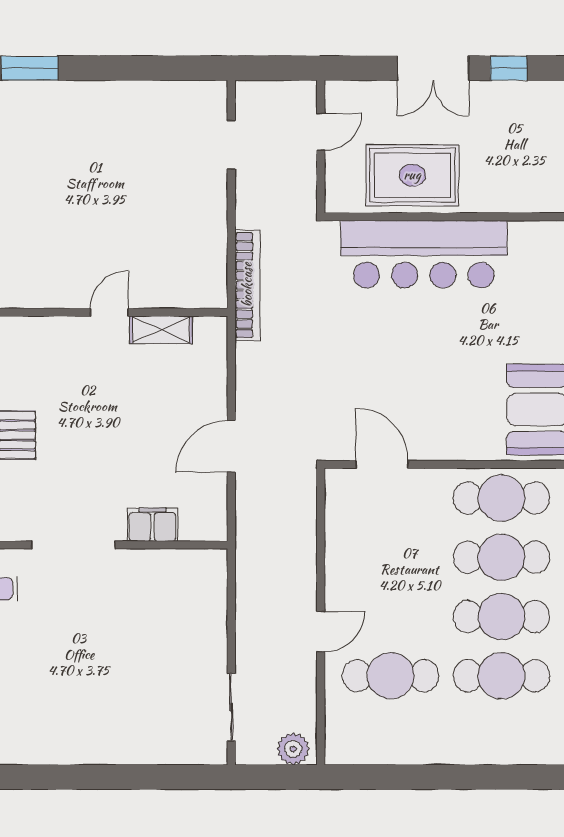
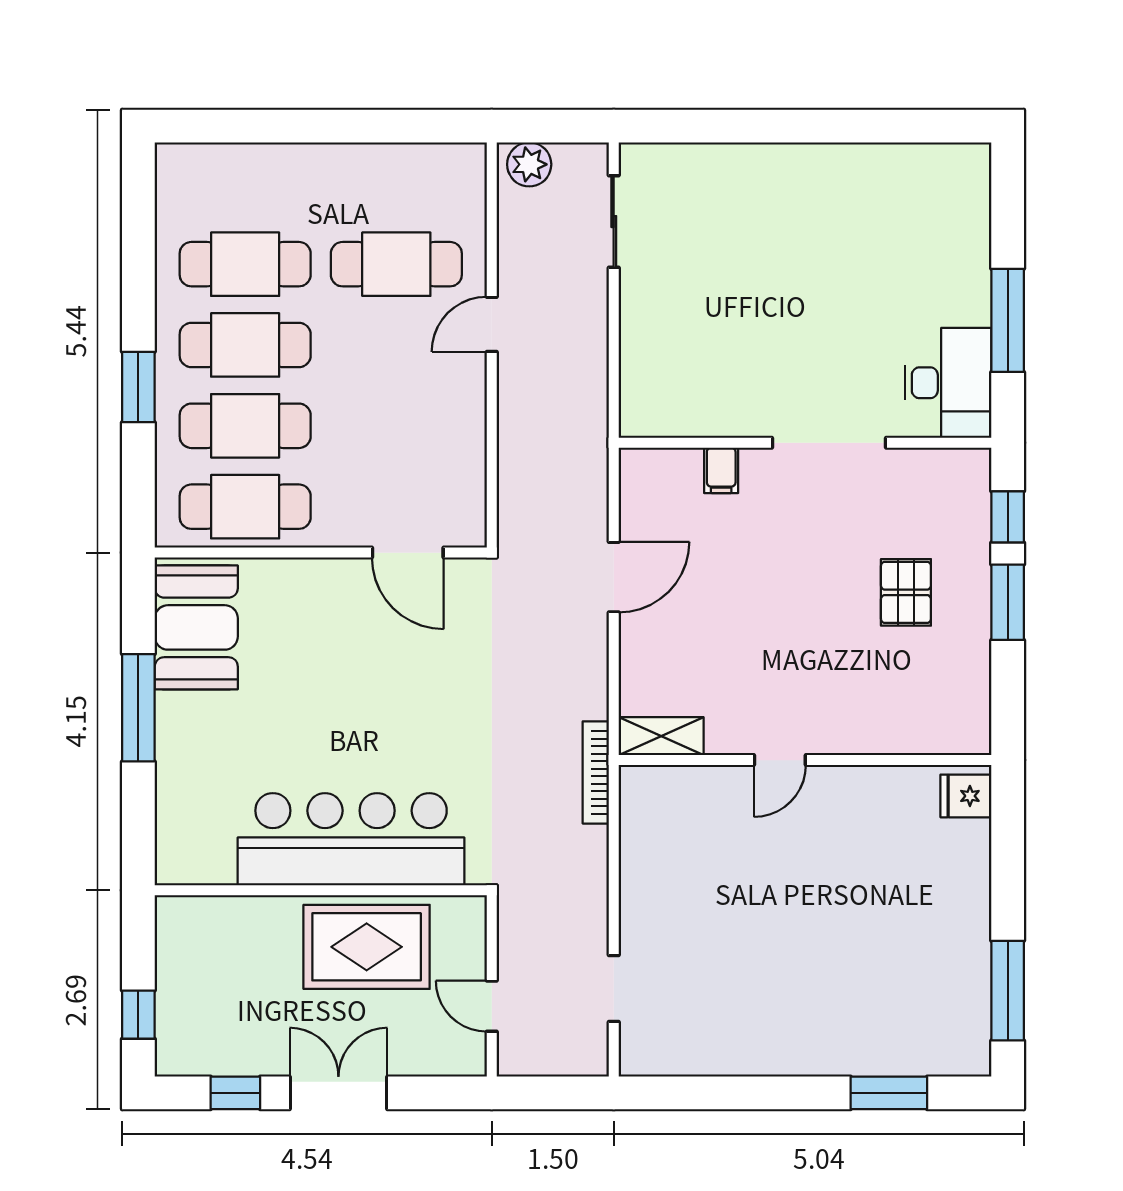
door: (321, 132) -> (492, 1006), hinge flipped
bookcase: (247, 285) -> (596, 772), width x0.68, depth x0.76
shelving: (161, 330) -> (661, 736), moved
filing cabinet: (152, 525) -> (721, 470), width x0.50

